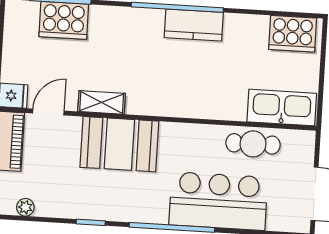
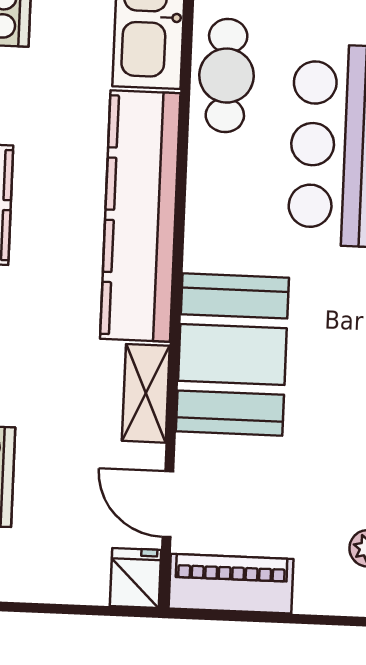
kitchen counter: (187, 101) -> (140, 216), added

